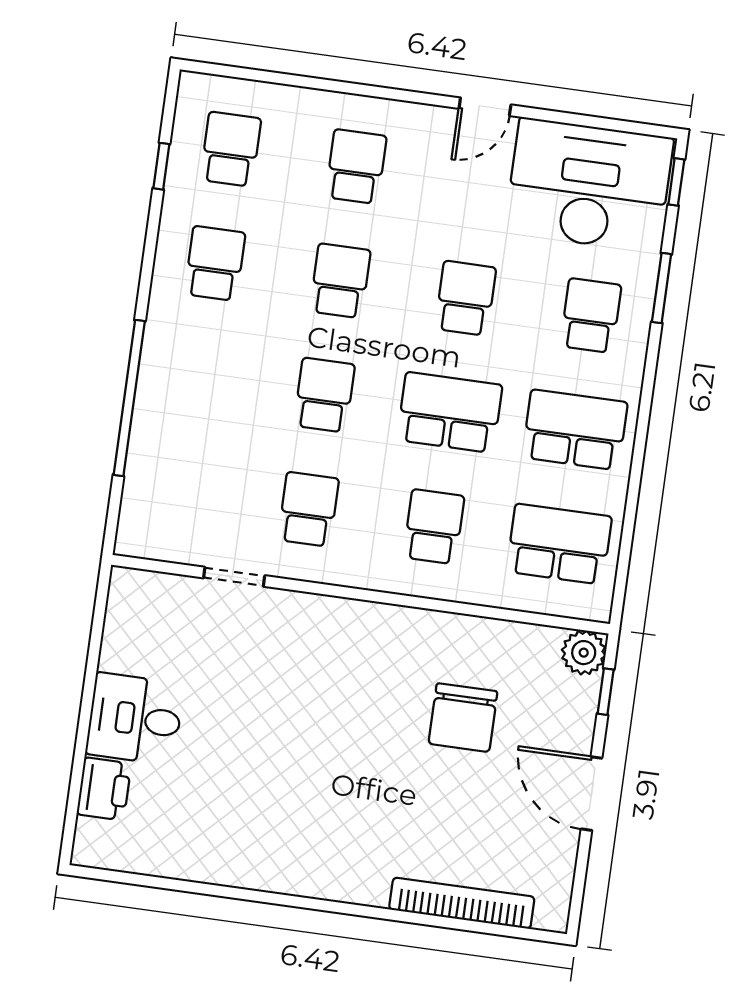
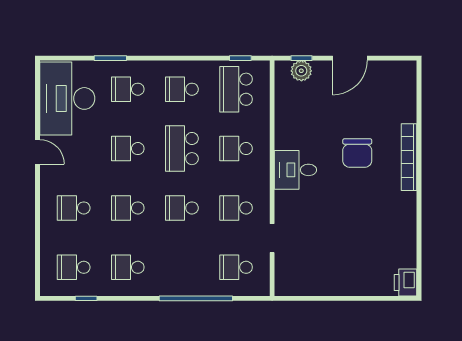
window: (676, 182) -> (240, 58), moved
school desk: (575, 430) -> (182, 89), width x0.54
school desk: (183, 492) -> (236, 267), added
plant: (584, 653) -> (301, 71), moved
chair: (463, 718) -> (357, 153), moved, turned 90
desk: (135, 719) -> (295, 170), moved, turned 90
printer: (104, 789) -> (405, 283), moved, turned -90
bookcase: (462, 903) -> (409, 157), moved

